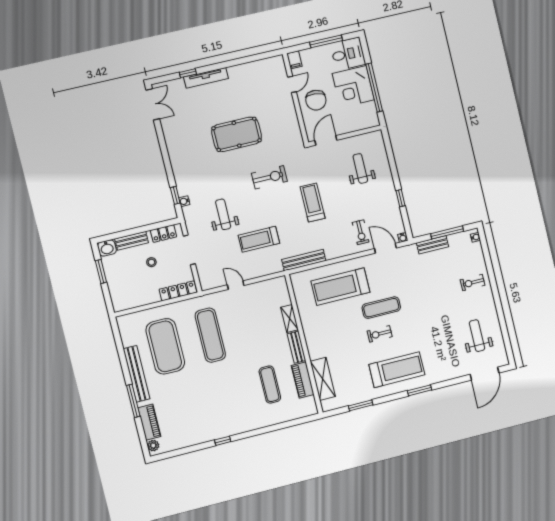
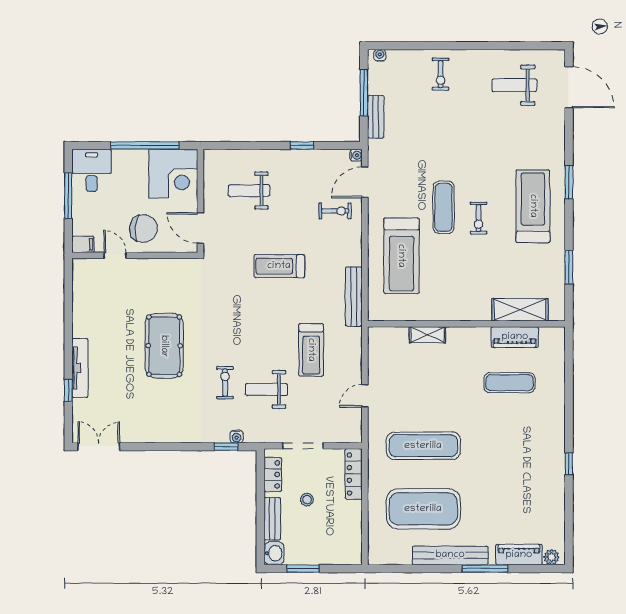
corner desk: (353, 87) -> (173, 174), moved
exercise bike: (269, 177) -> (225, 383), moved, width x0.73, depth x0.72
bench: (297, 347) -> (468, 335), removed

